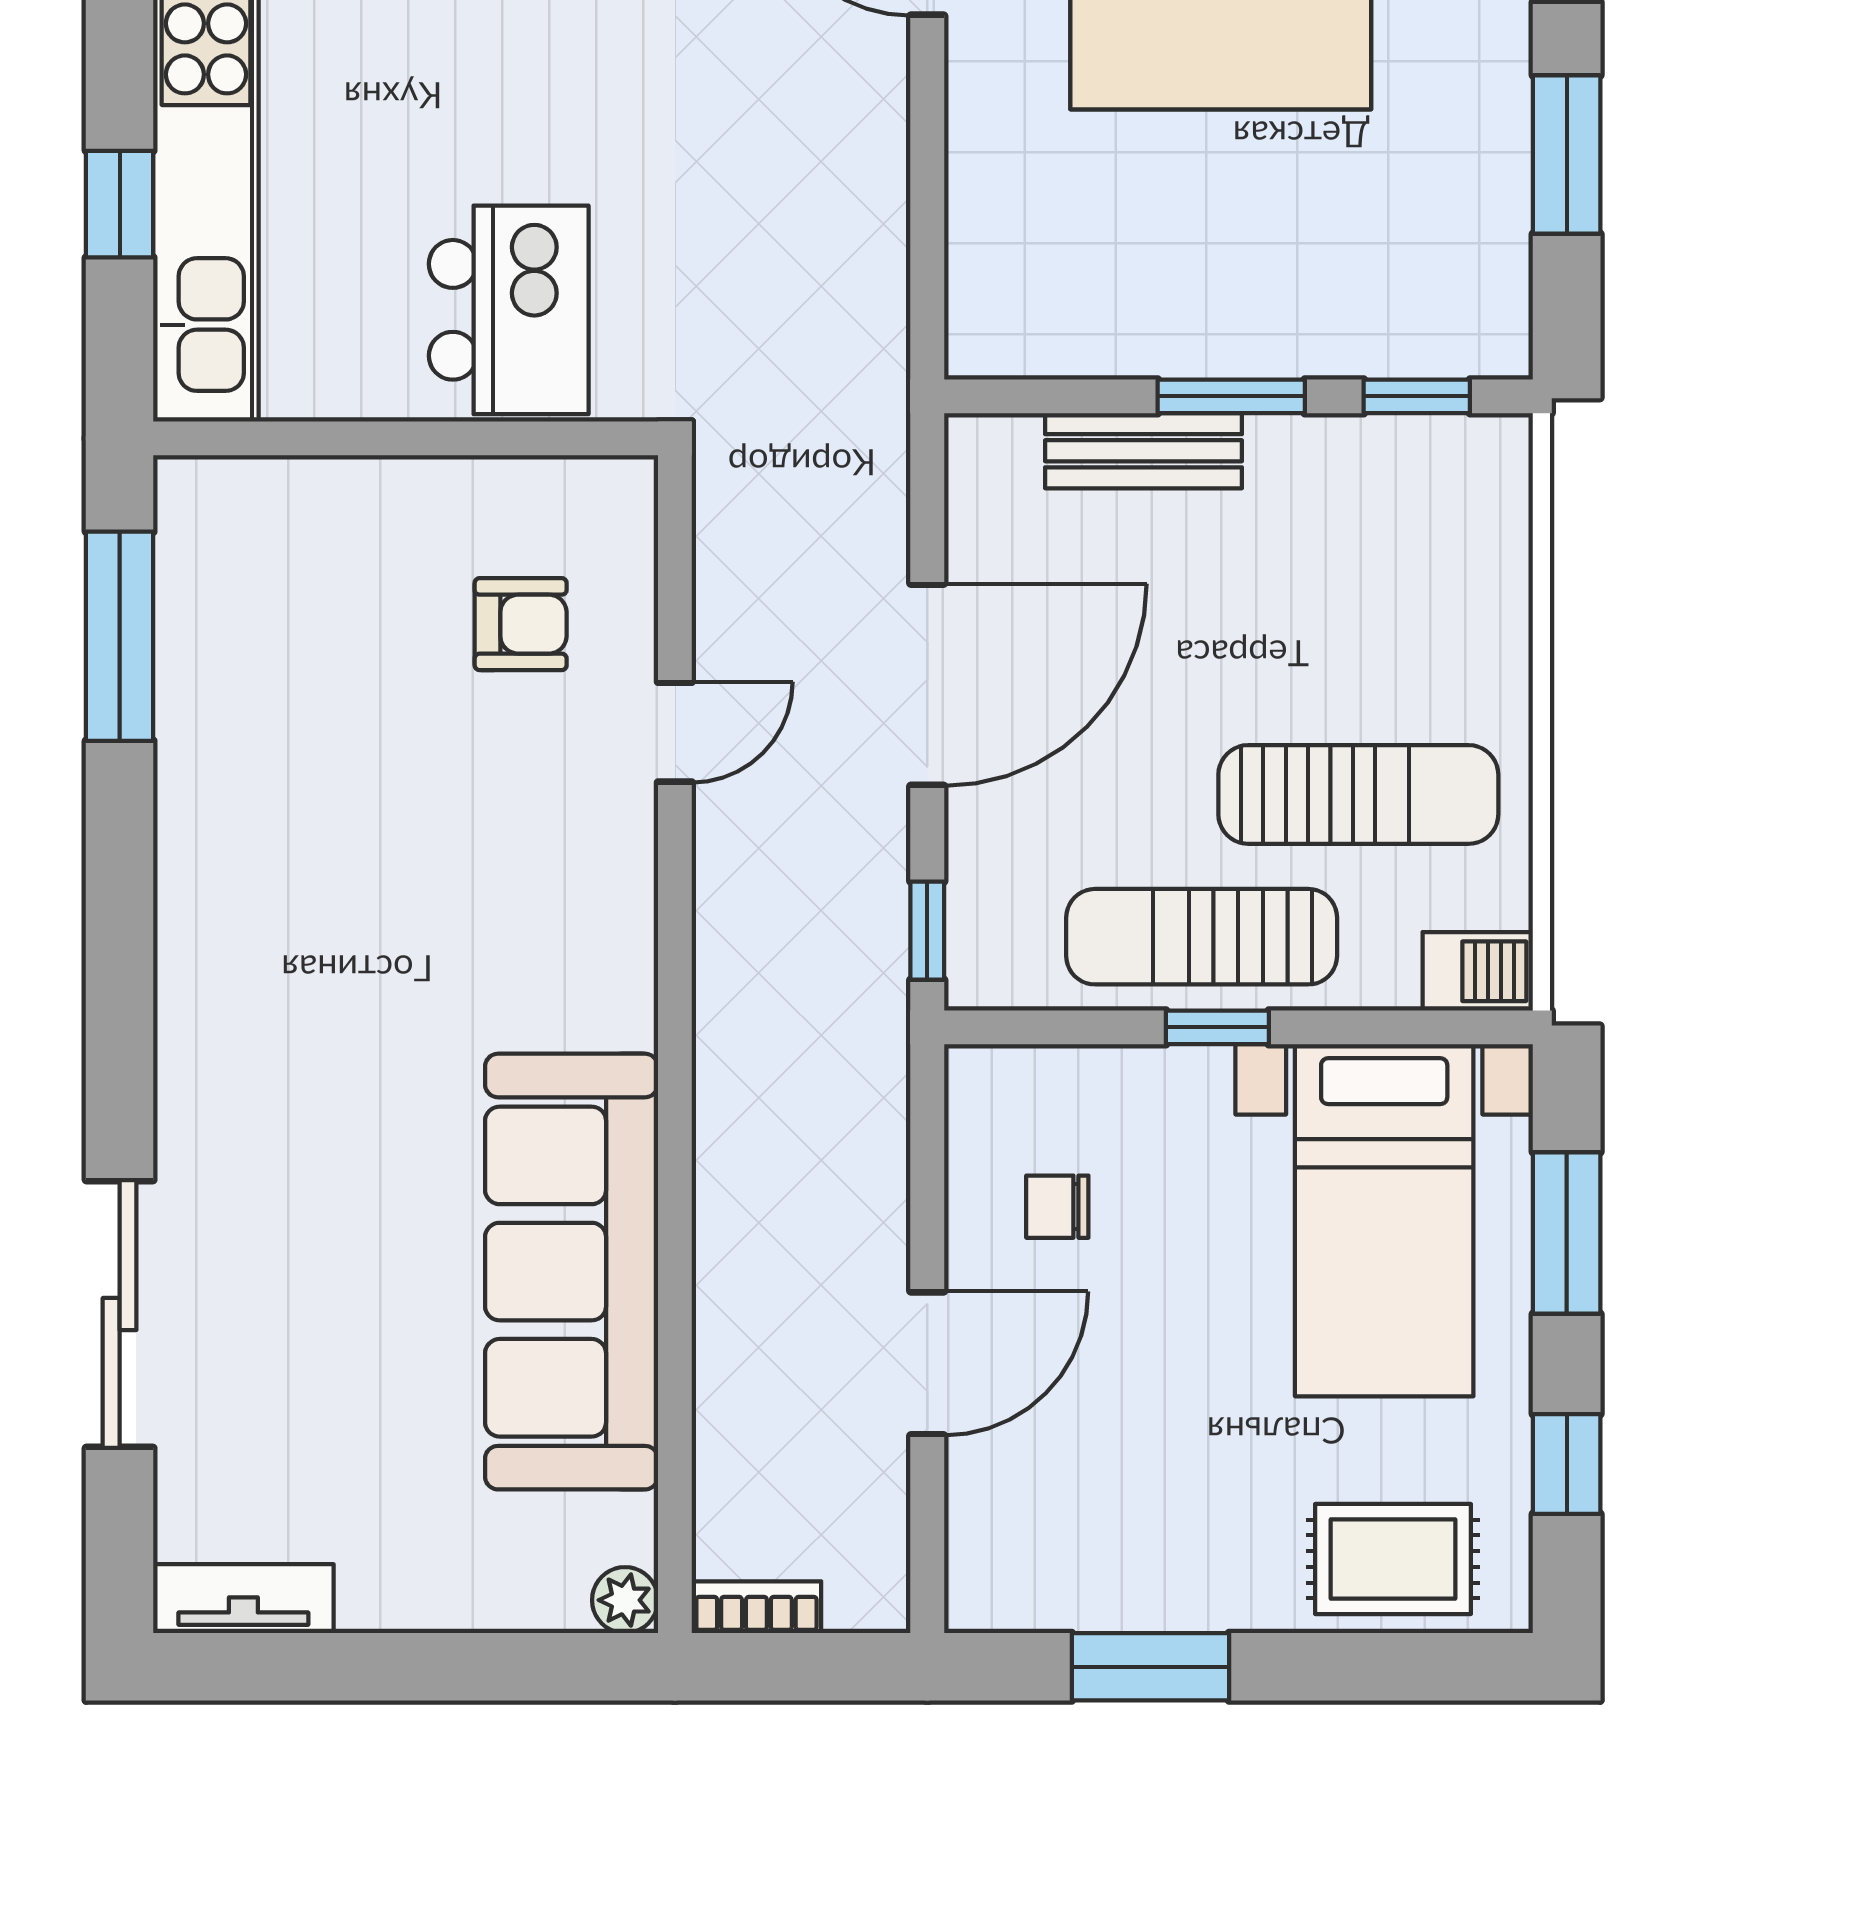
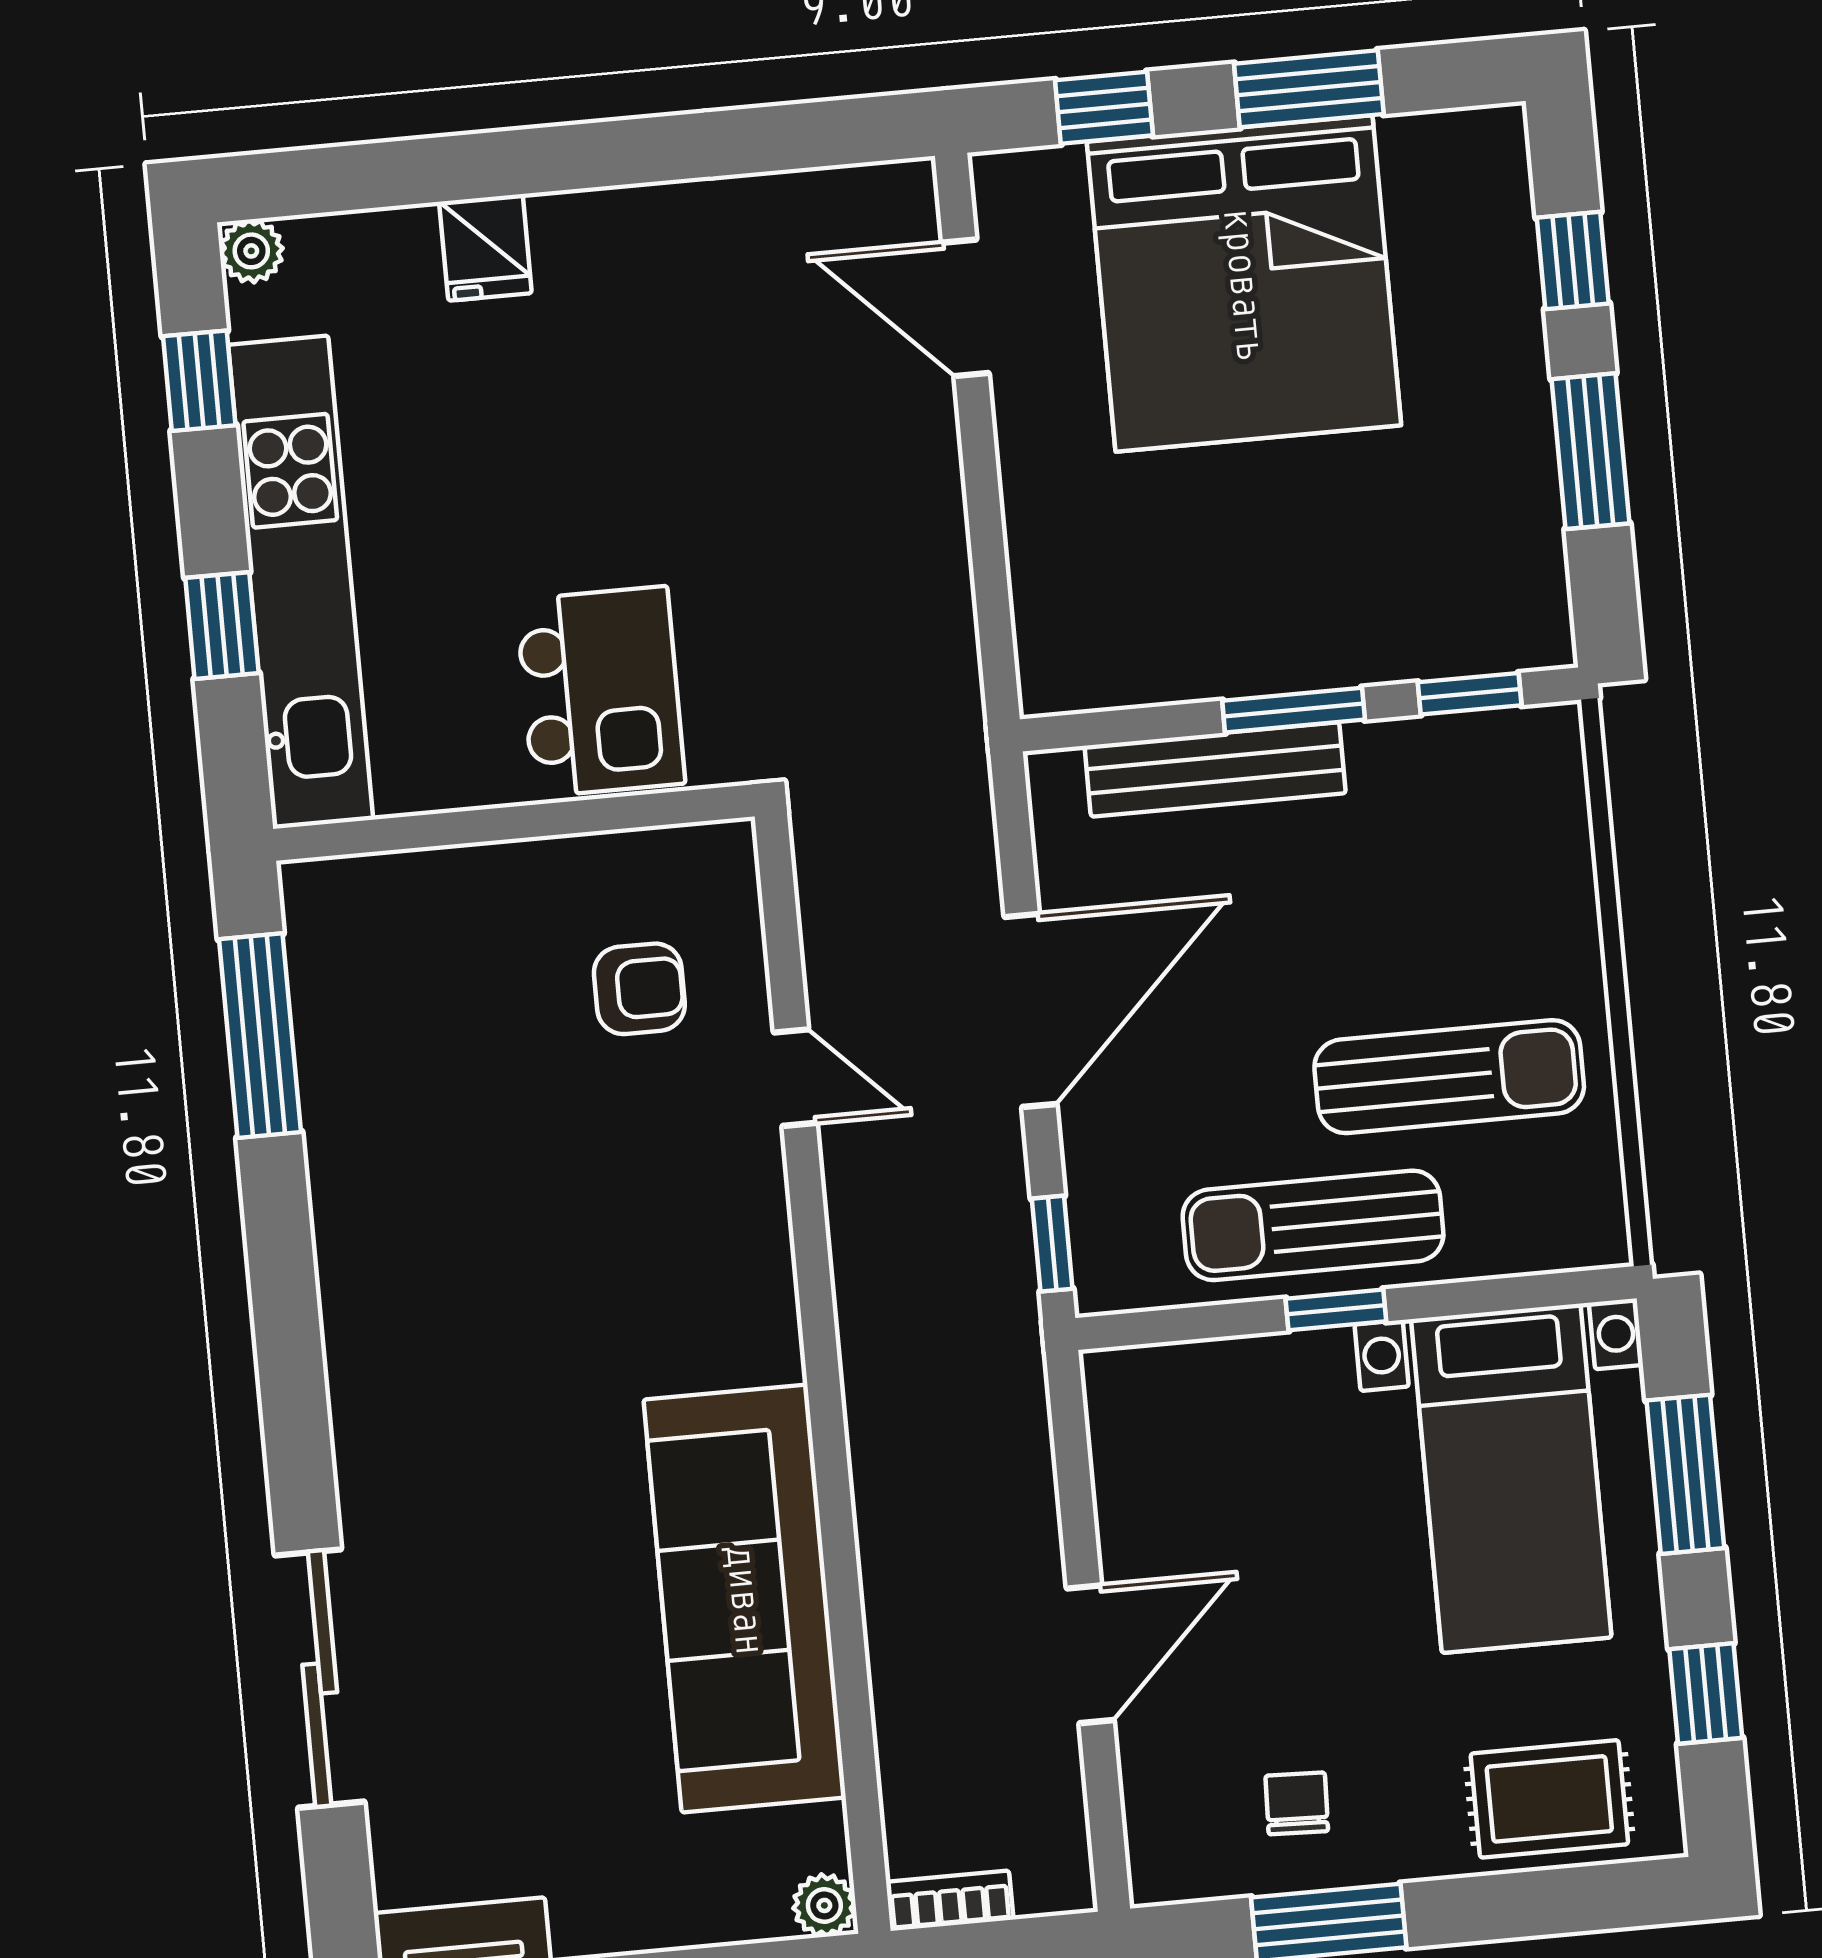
bench: (1143, 451) -> (1215, 769), width x1.36
door: (675, 732) -> (795, 1078), hinge flipped
barbecue: (1478, 971) -> (1578, 1234), removed
chair: (1057, 1207) -> (1297, 1803), moved, turned 92

